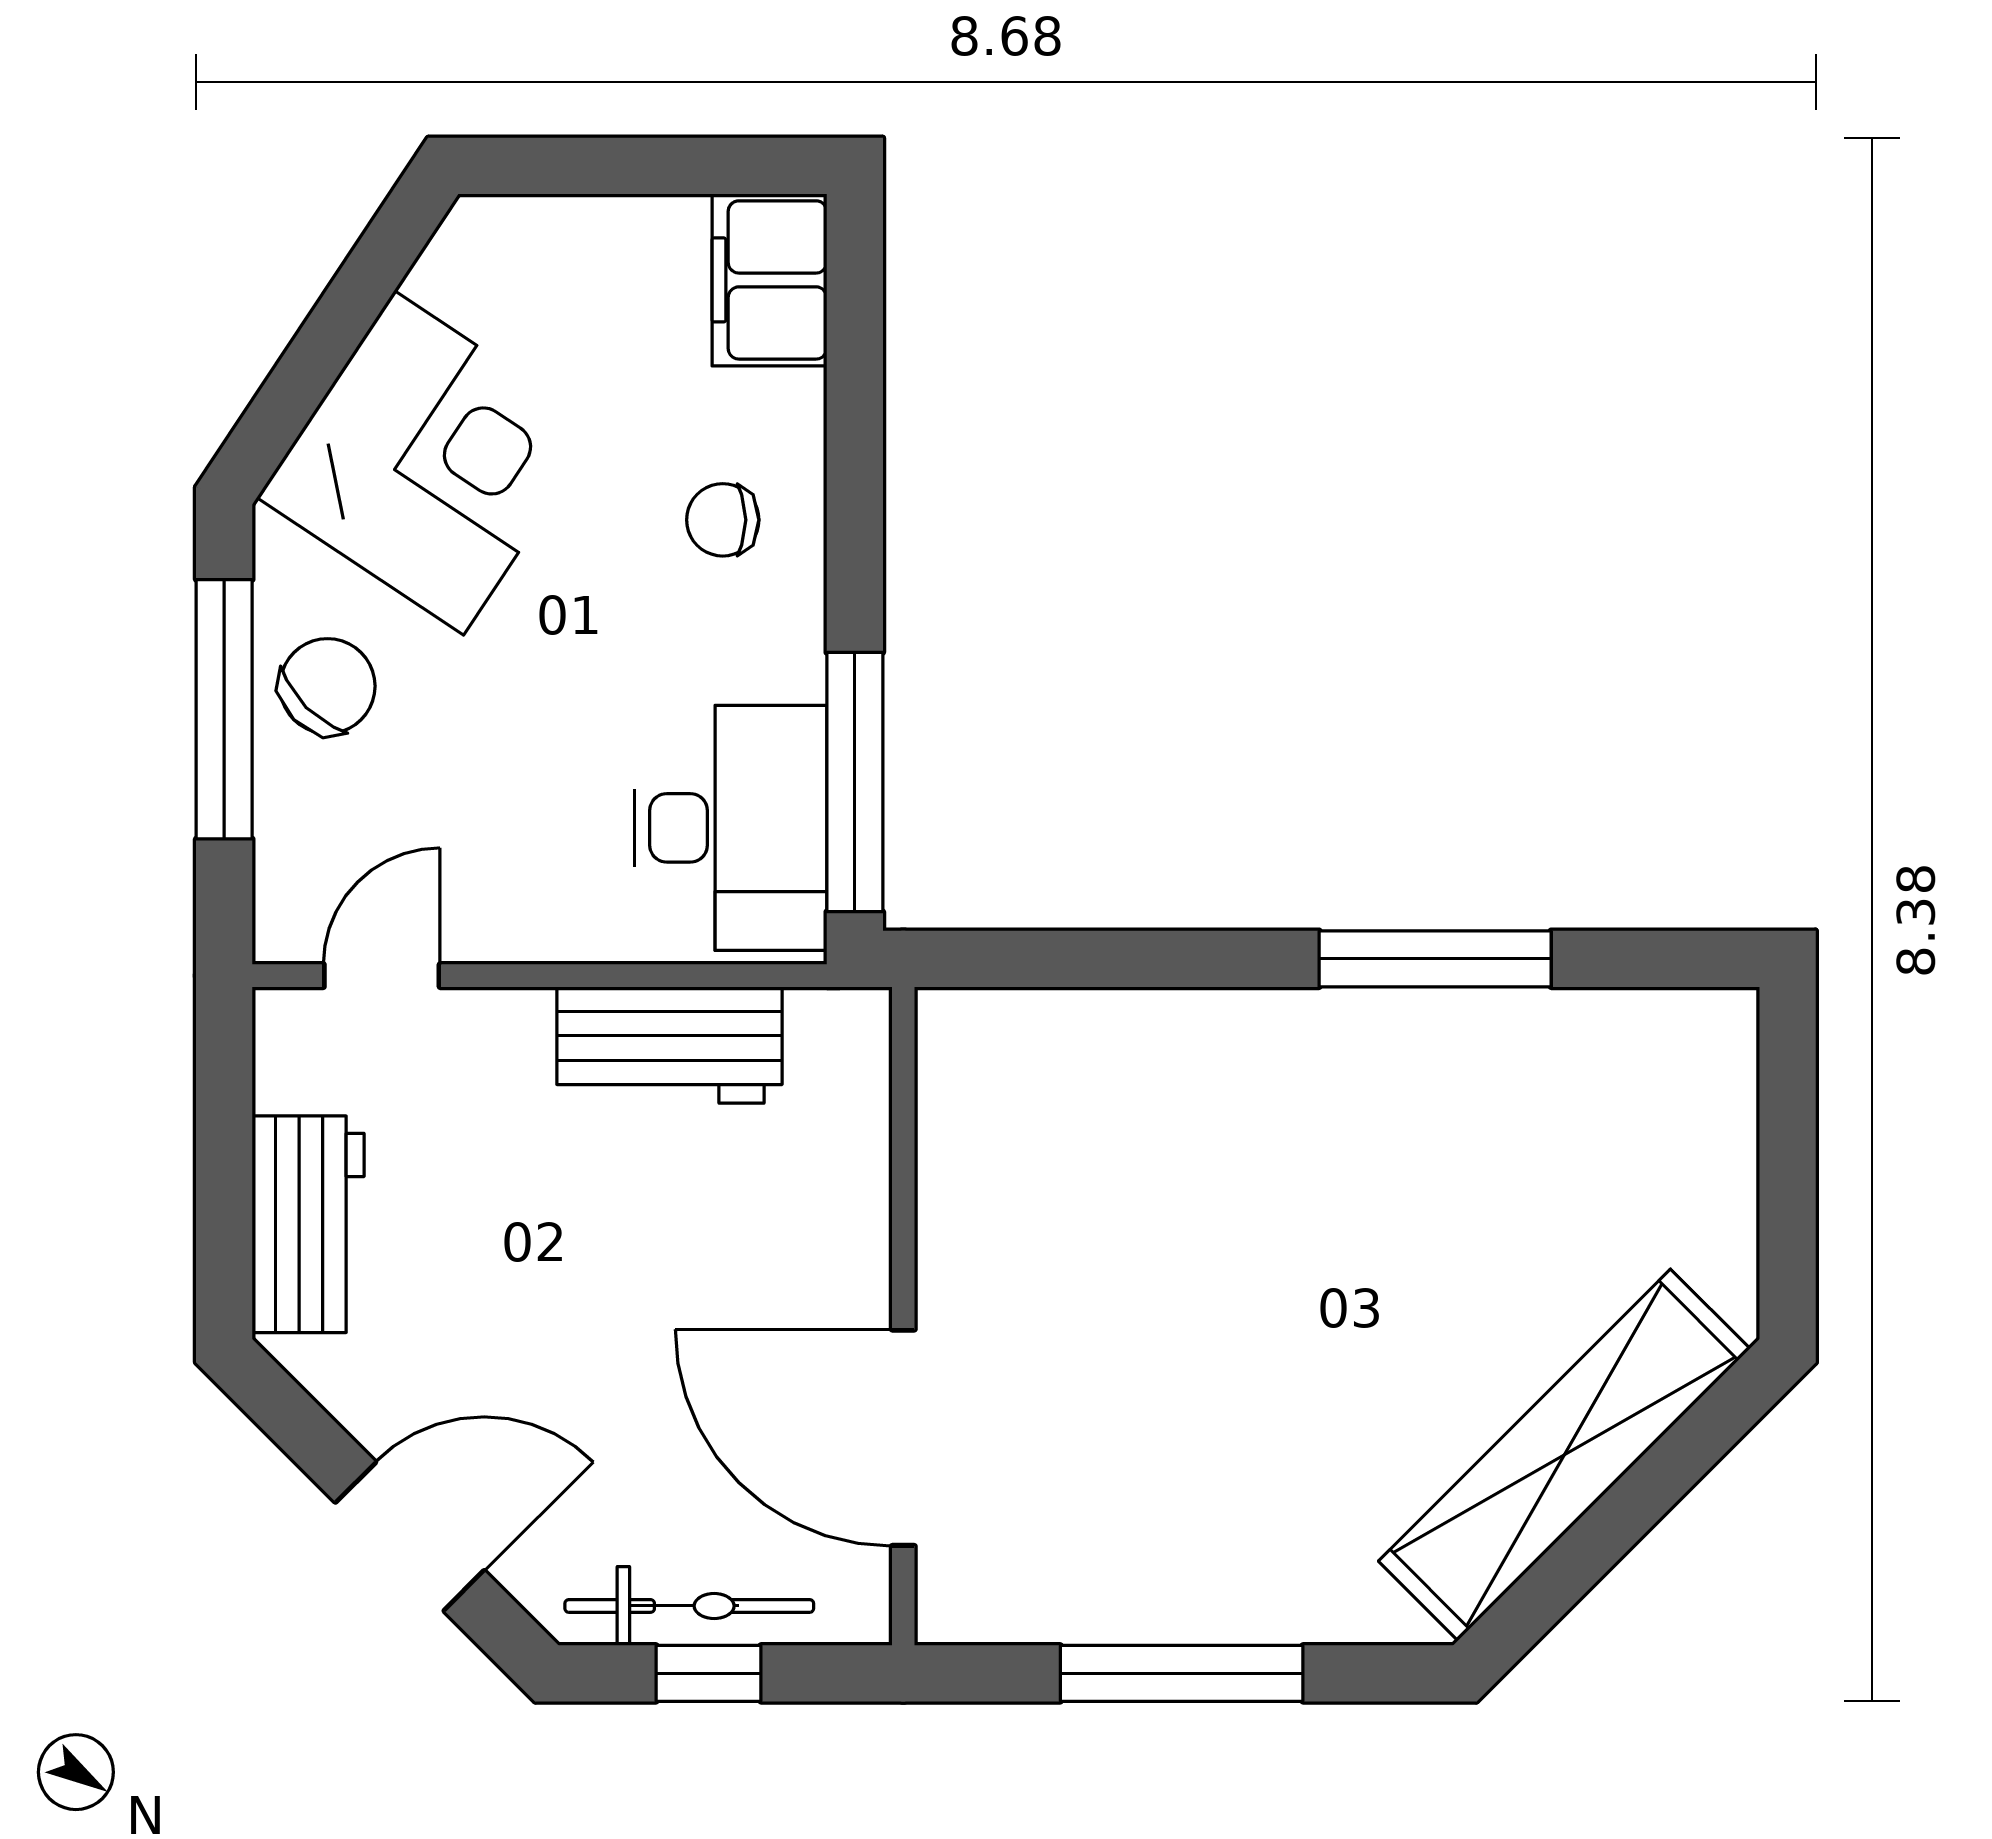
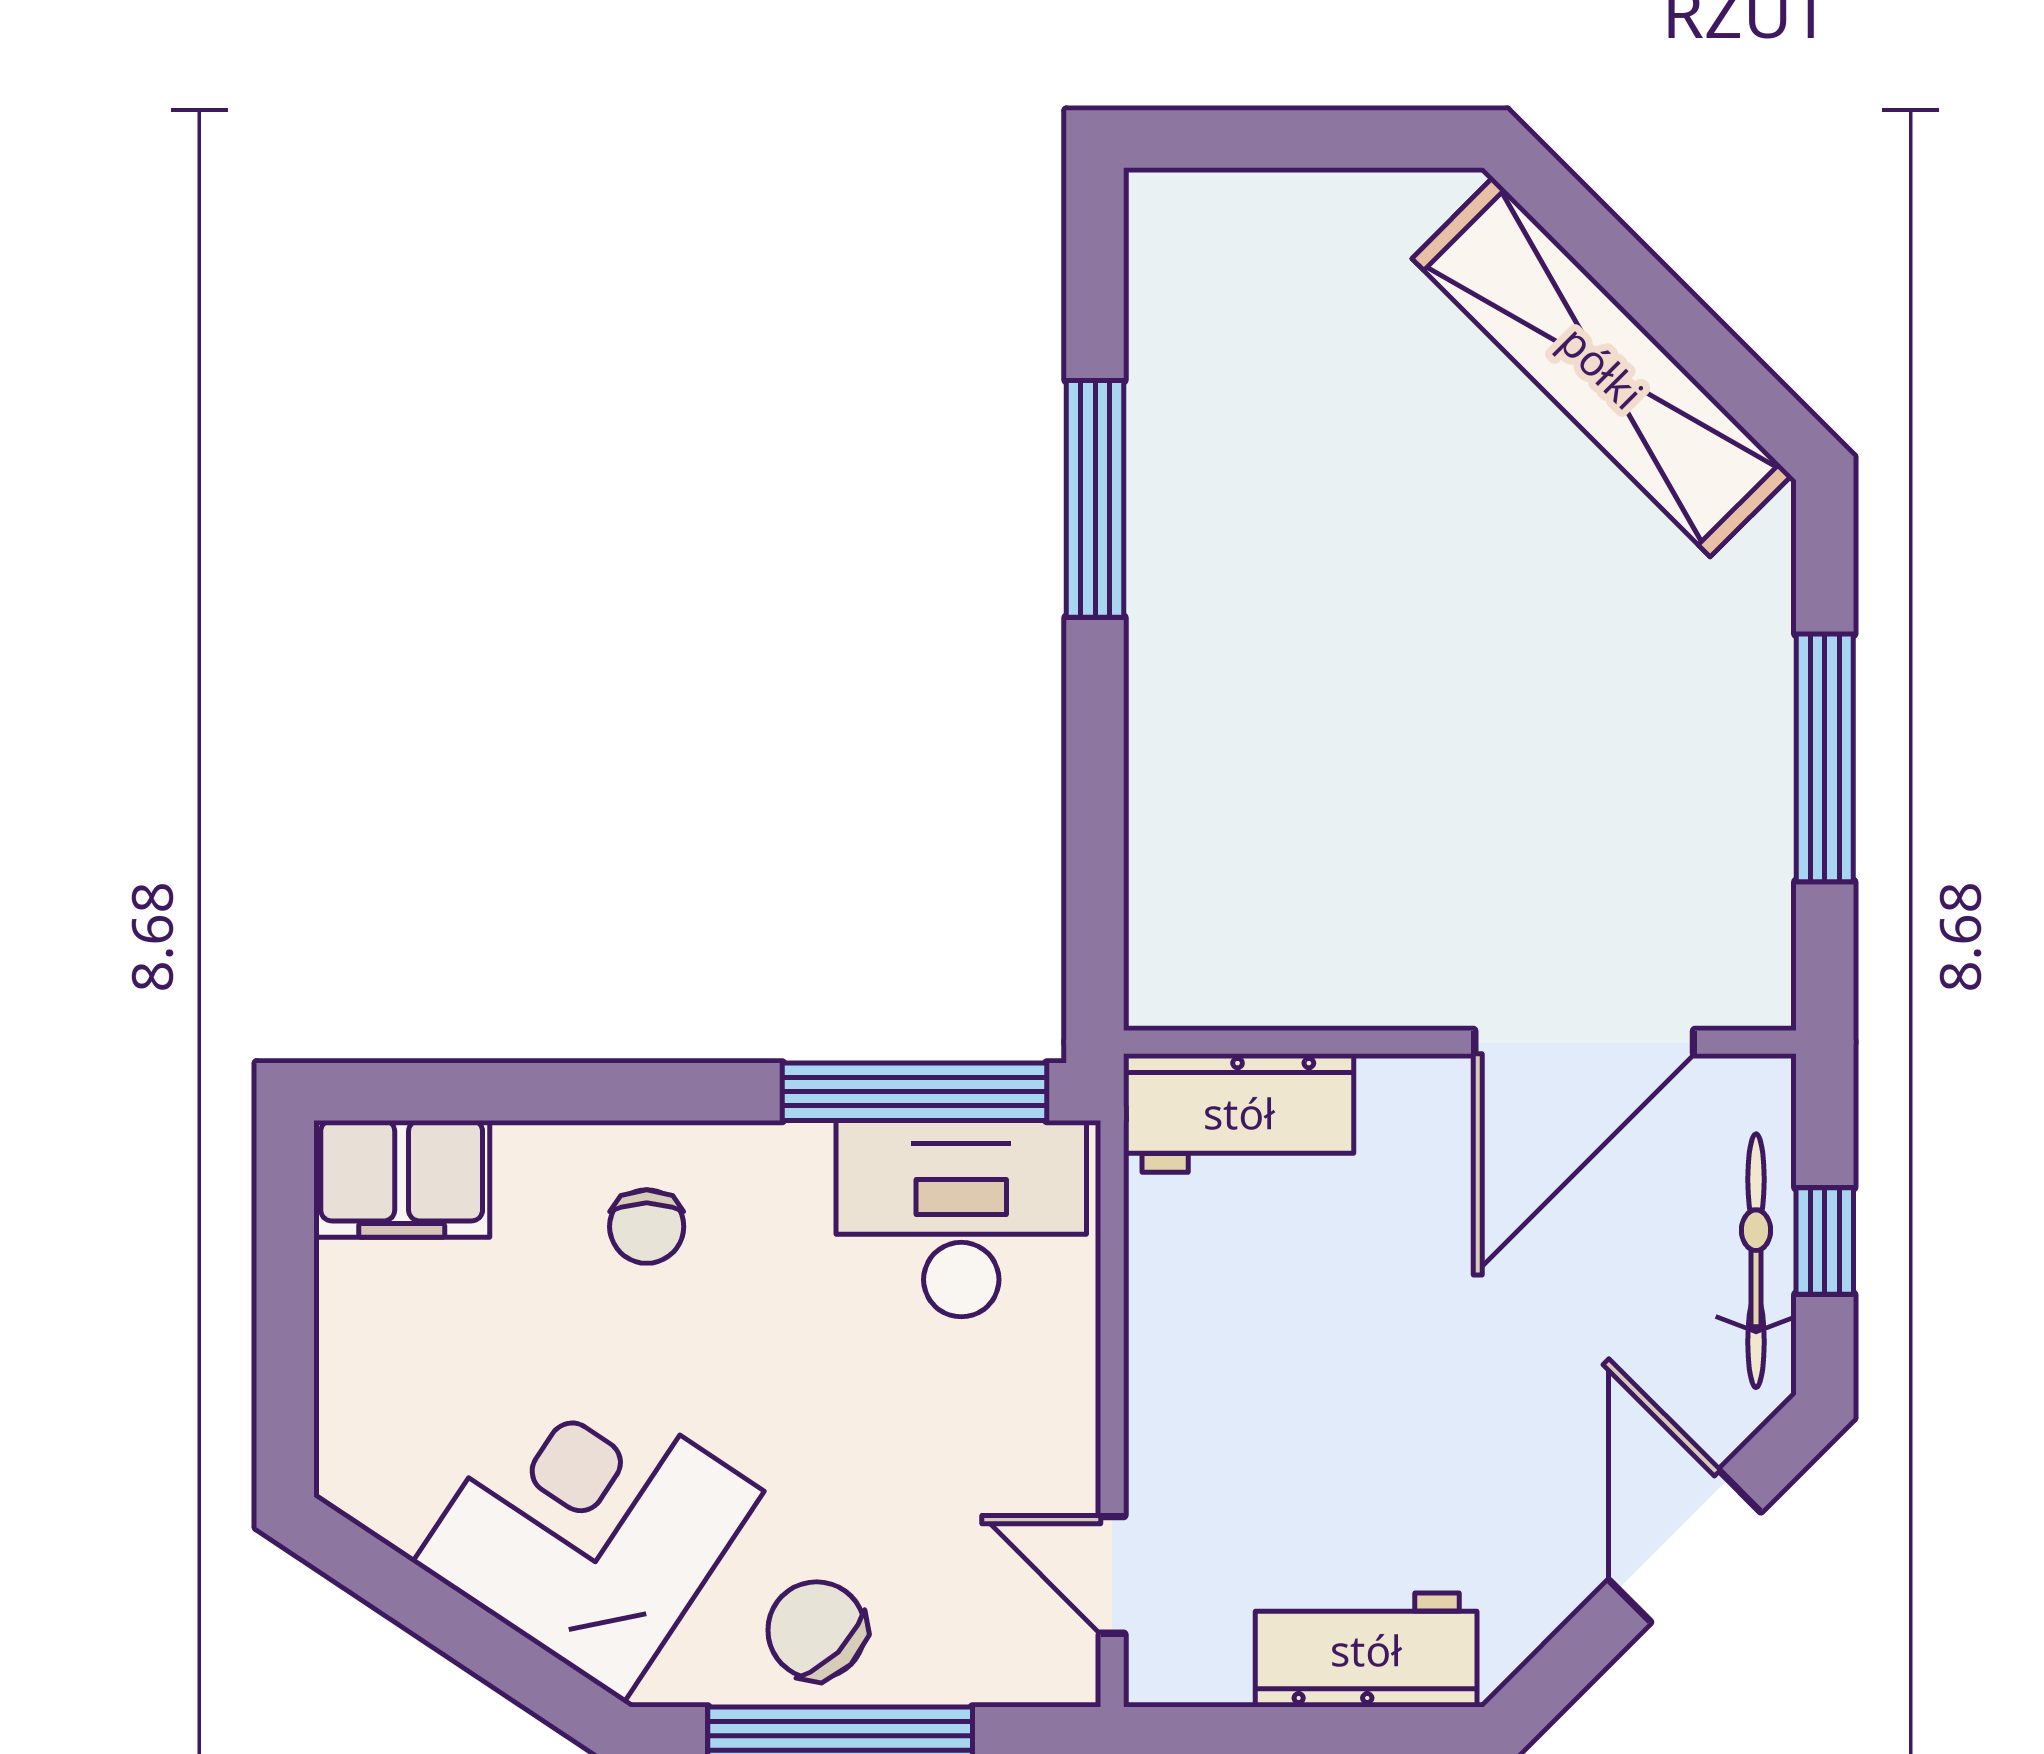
workbench: (669, 1045) -> (1239, 1113), moved, turned 90

